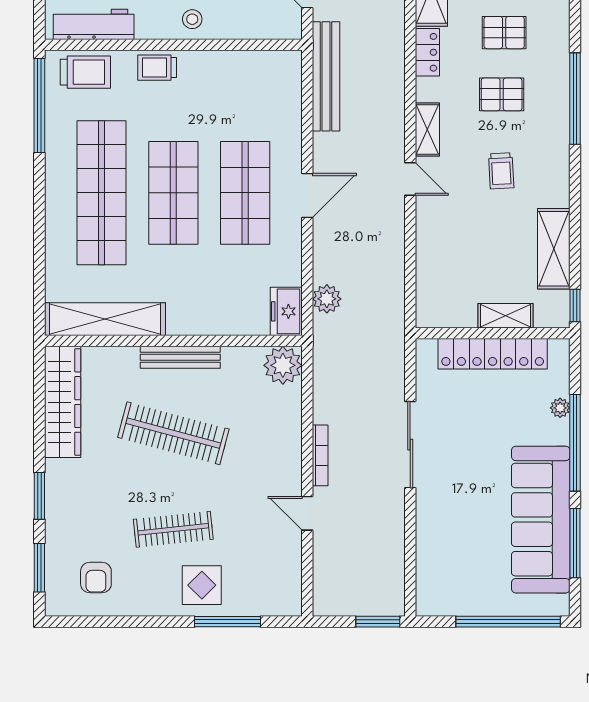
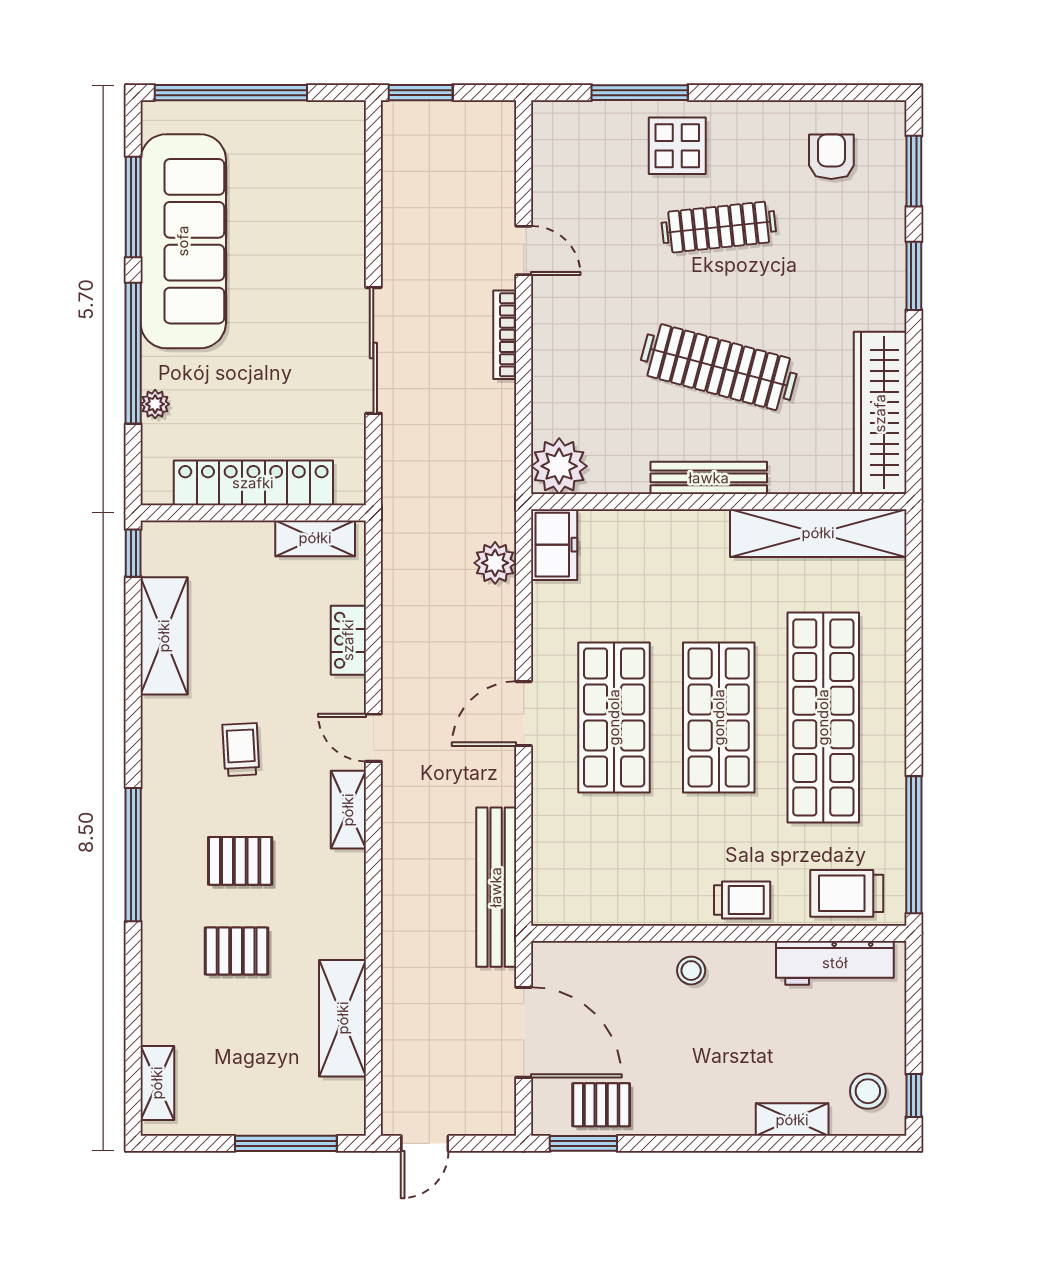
locker: (427, 52) -> (348, 640), moved
shelving: (505, 316) -> (315, 538), moved

